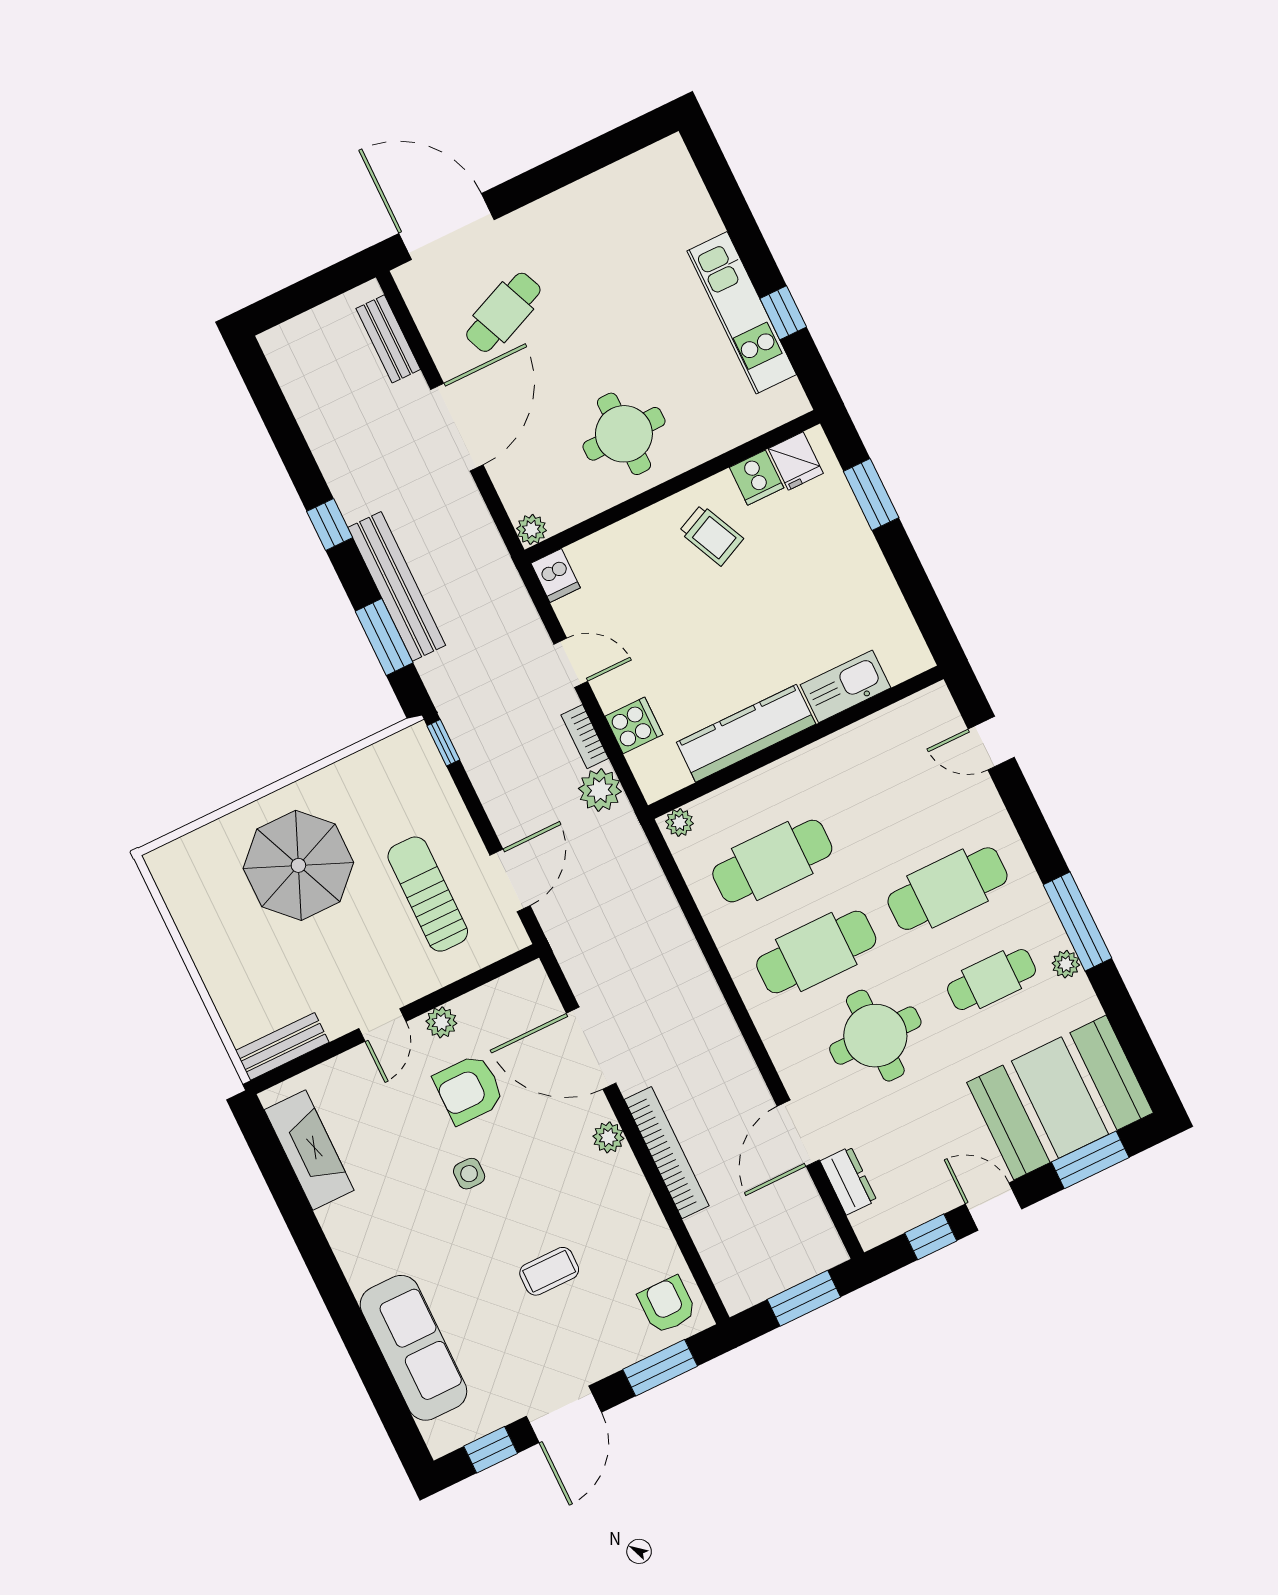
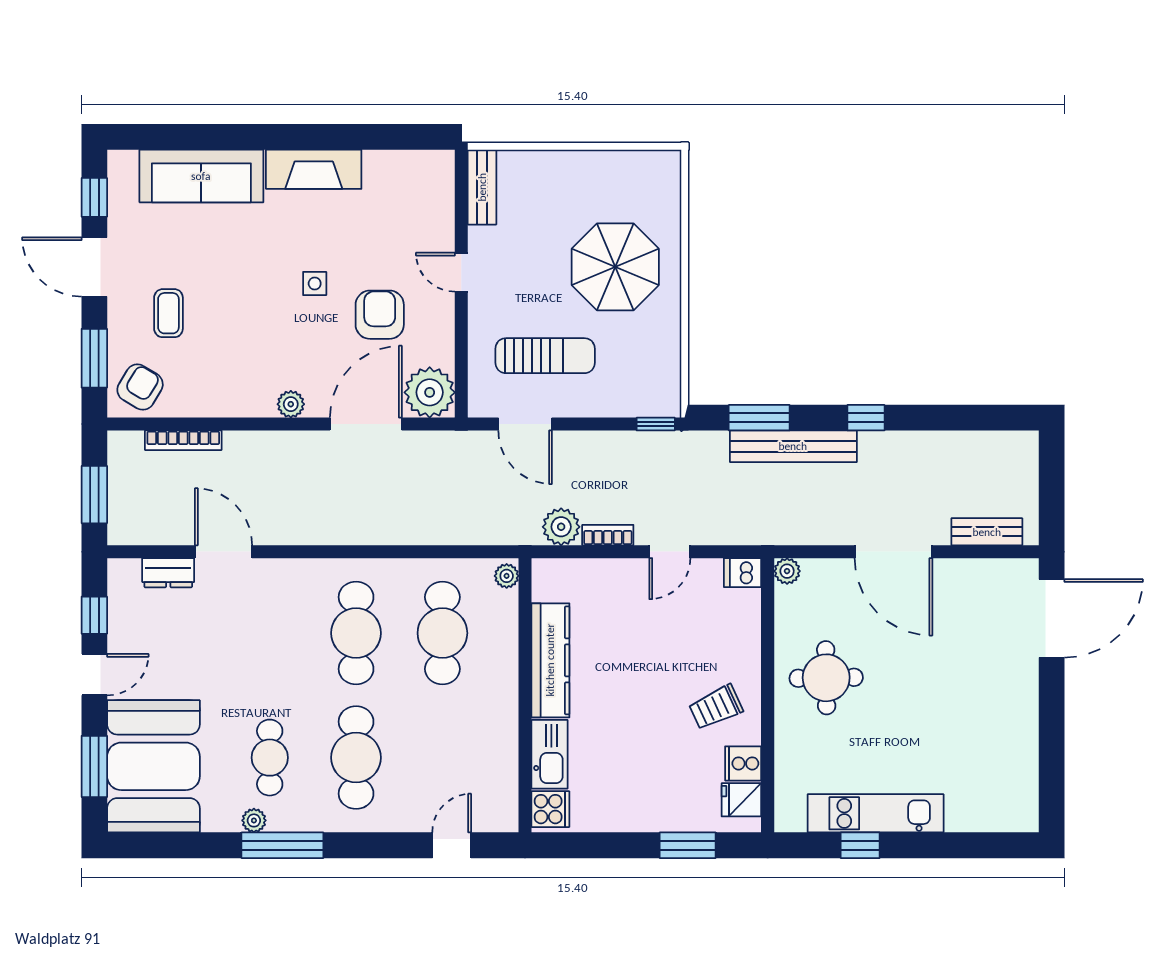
cafe table: (503, 312) -> (965, 630), removed
cooker: (634, 725) -> (550, 809), moved, turned -90
plant: (441, 1022) -> (430, 392), moved, width x1.88, depth x1.88
round table: (875, 1036) -> (270, 647), removed
fireplace: (309, 1150) -> (314, 169), moved
bookcase: (667, 1153) -> (183, 440), moved, width x0.68, depth x0.76
coffee table: (549, 1271) -> (168, 313), moved
armchair: (667, 1305) -> (140, 387), turned -59

